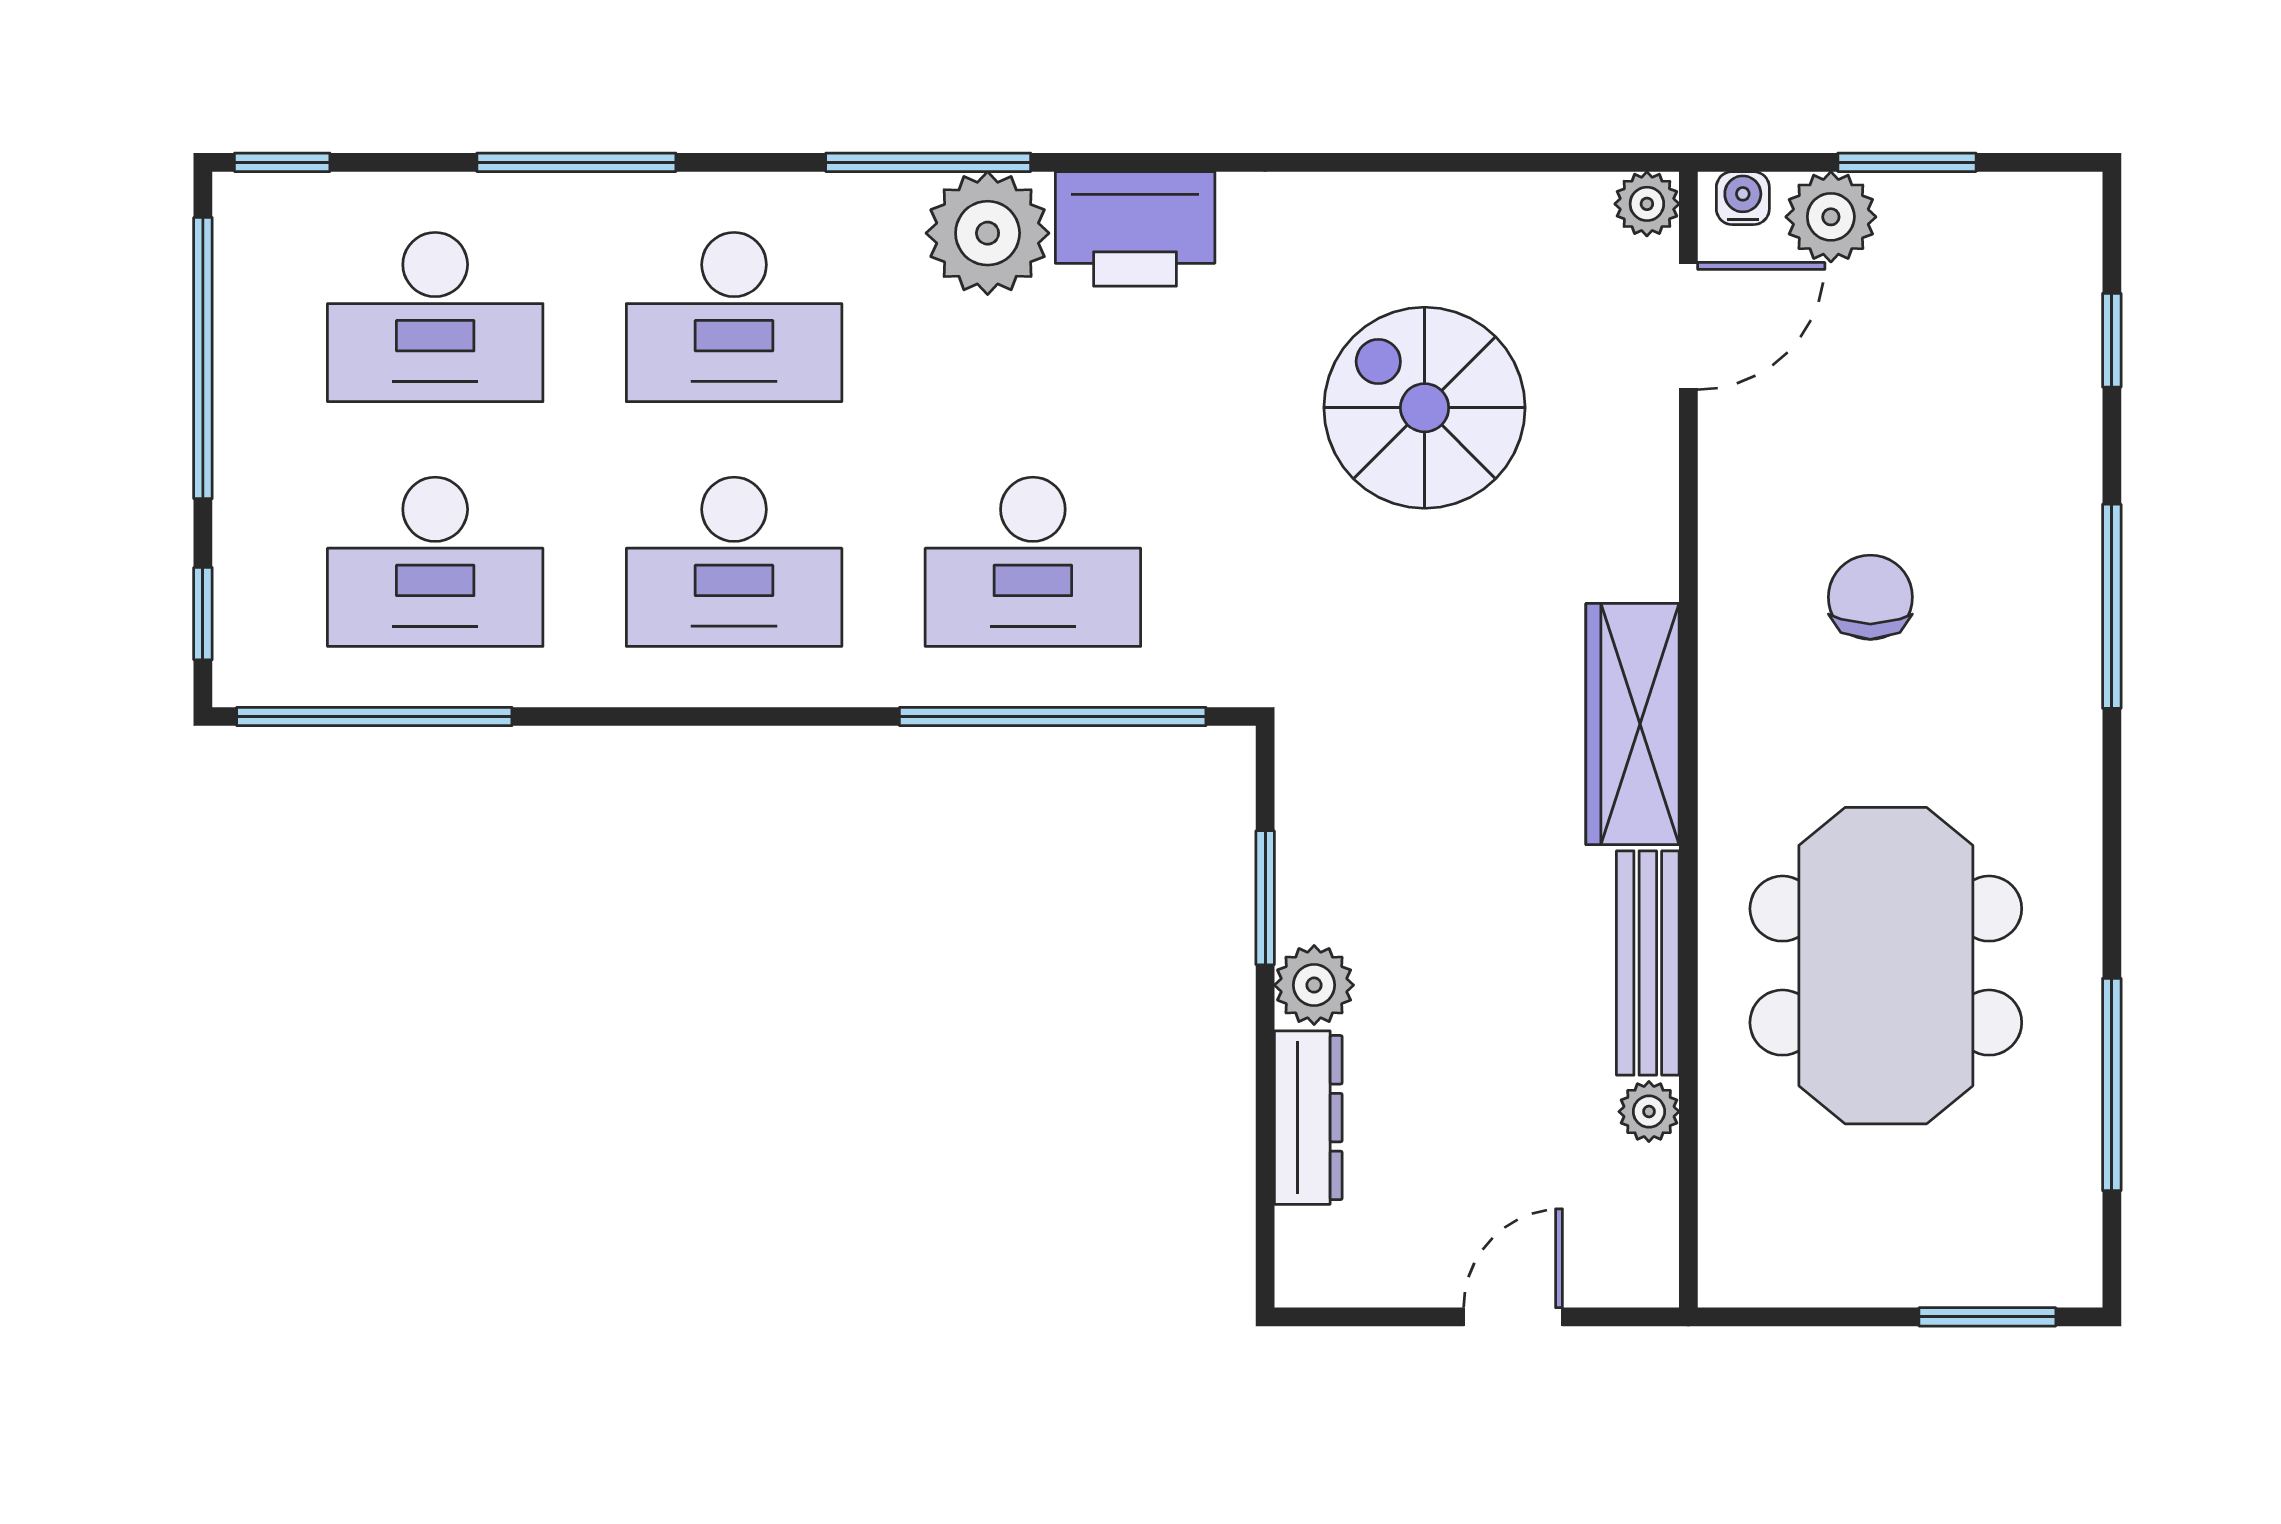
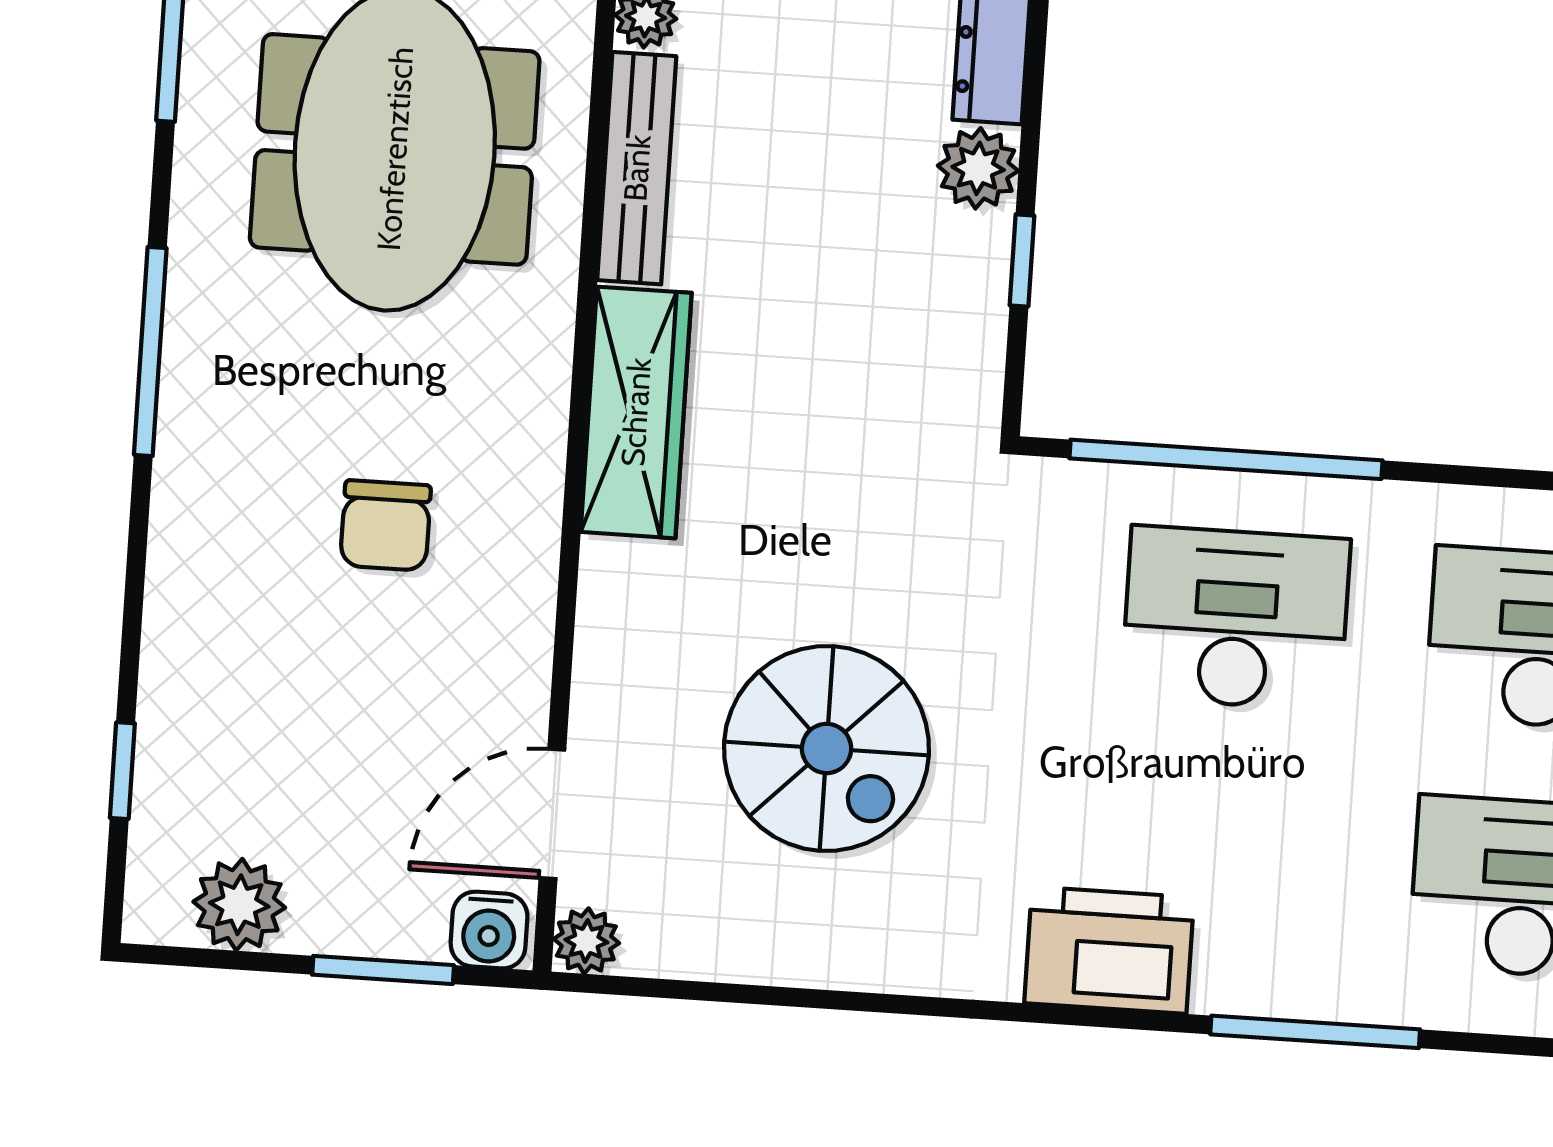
window: (1907, 162) -> (383, 970), moved
water cooler: (1743, 198) -> (489, 930), width x1.38, depth x1.38
plant: (1831, 217) -> (239, 905), moved
plant: (988, 233) -> (1260, 956), removed
window: (2112, 606) -> (150, 351), moved
window: (1265, 898) -> (1022, 260), width x0.67

